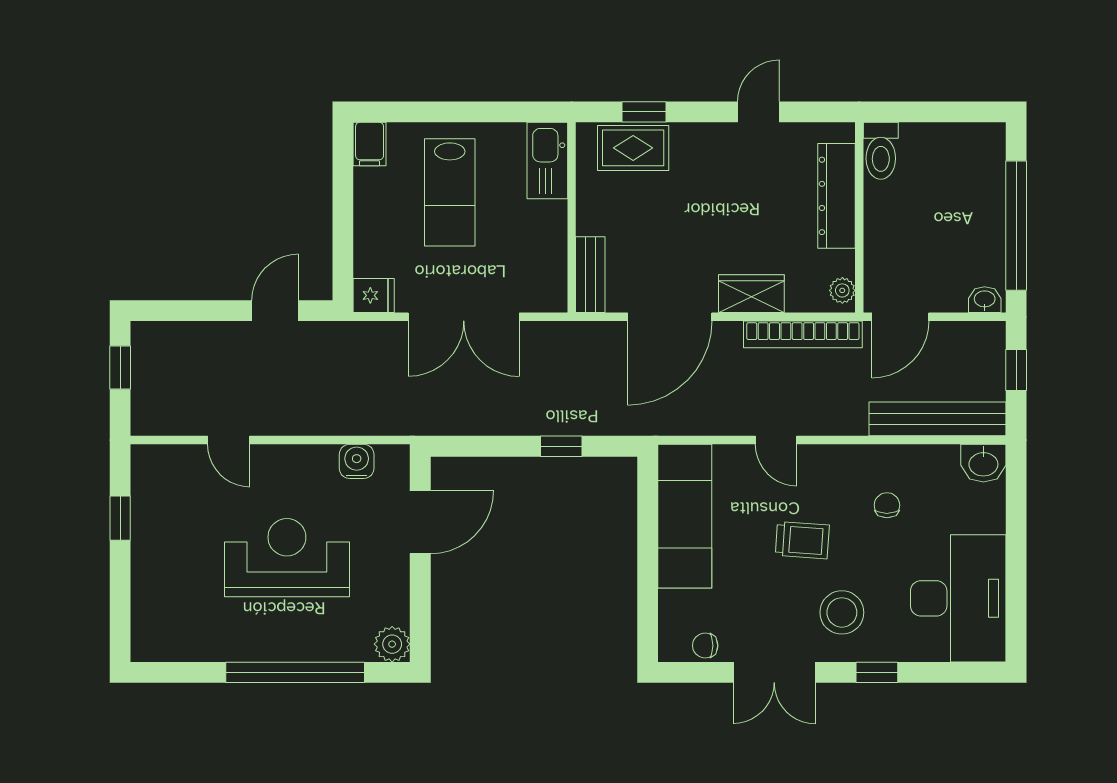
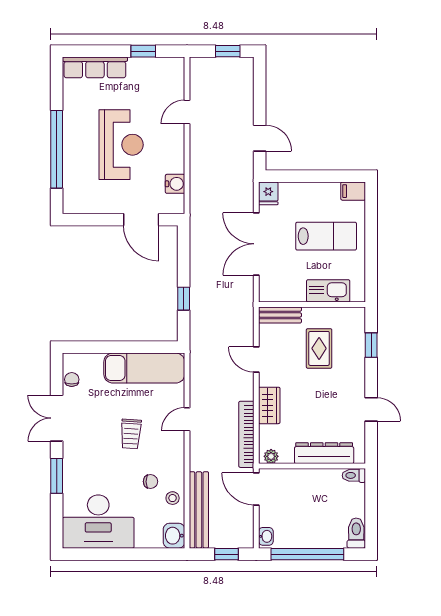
toilet: (979, 139) -> (356, 533), added
rug: (633, 148) -> (319, 348), moved
toilet: (881, 151) -> (354, 475), width x0.73, depth x0.72
kitchen sink: (547, 161) -> (328, 291), moved
lab bench: (450, 192) -> (326, 236), turned 180
door: (670, 317) -> (256, 360), width x0.53
row of seats: (149, 604) -> (95, 67), added
stool: (842, 612) -> (173, 498), moved, width x0.53, depth x0.53
plant: (392, 644) -> (72, 204), removed
window: (877, 672) -> (57, 476), width x1.50

